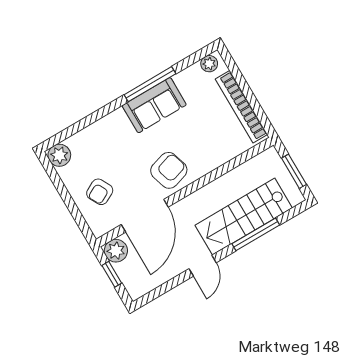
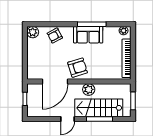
armchair: (100, 192) -> (55, 35), moved
plant: (116, 251) -> (89, 89), moved

